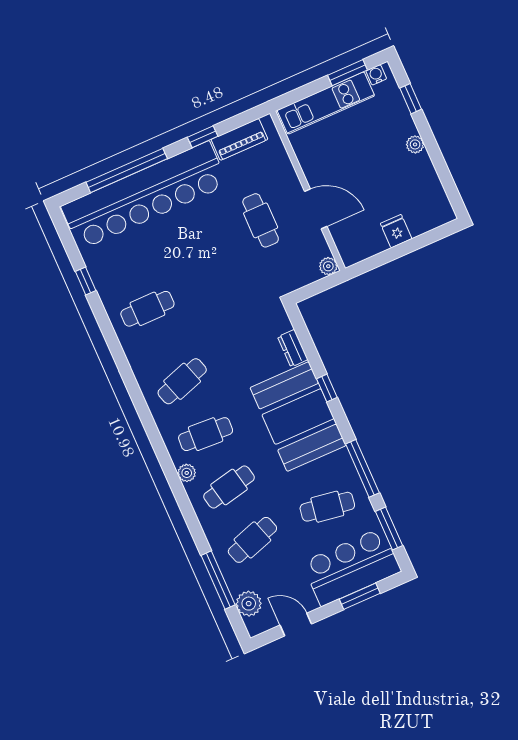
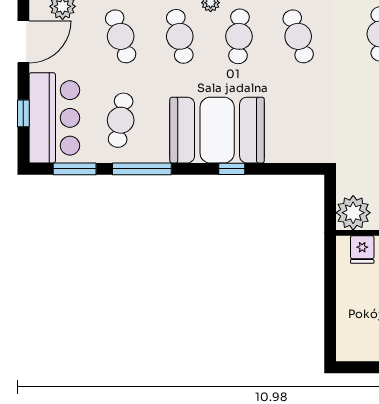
fridge: (396, 231) -> (362, 249), moved, turned 90
plant: (328, 266) -> (353, 213), width x1.88, depth x1.88
dresser: (293, 348) -> (283, 153), removed
window: (360, 596) -> (23, 113), width x0.67
door: (296, 625) -> (23, 42), width x1.38

